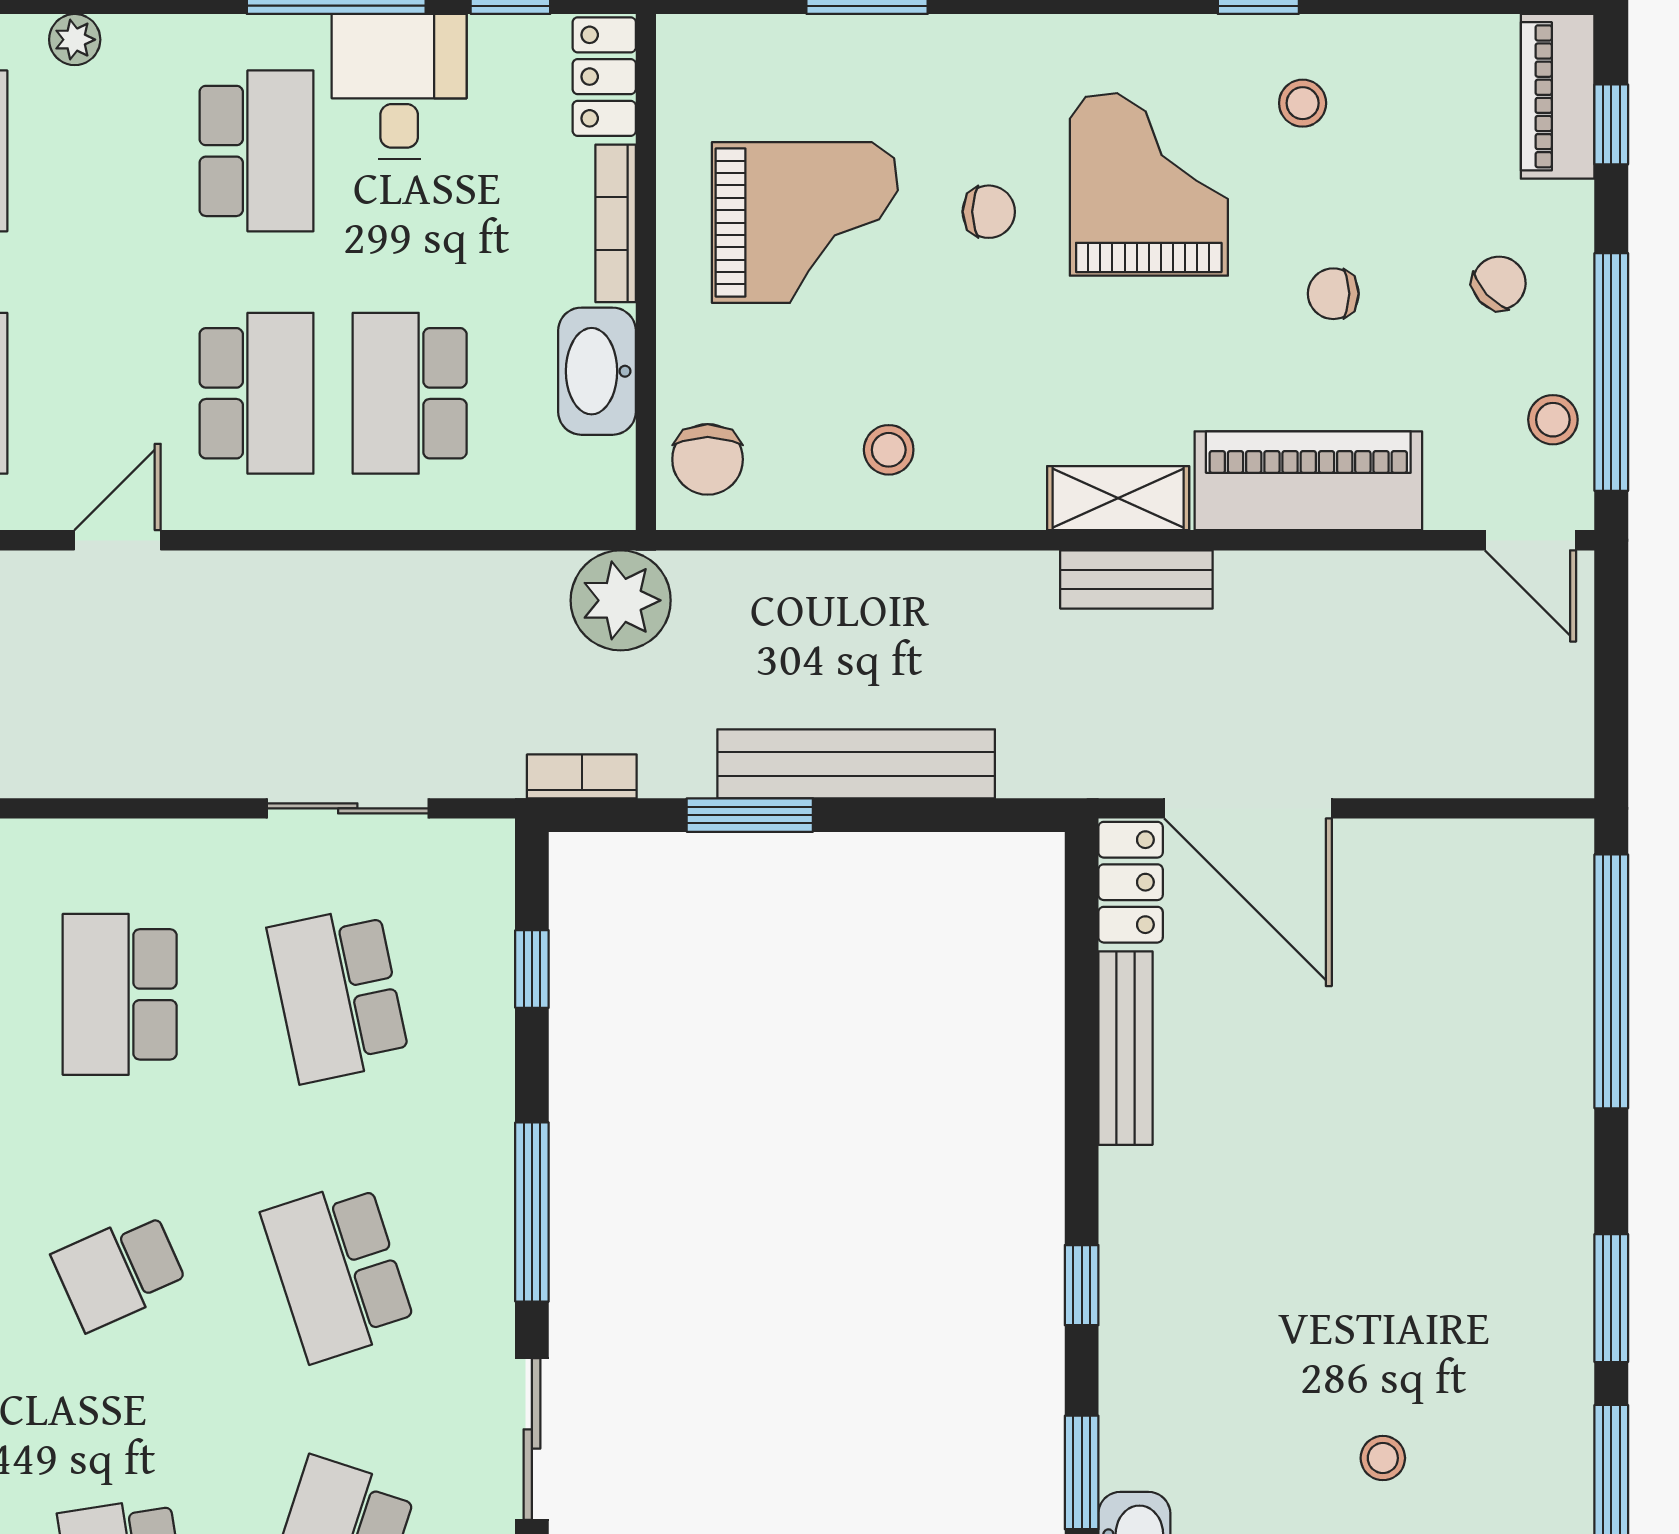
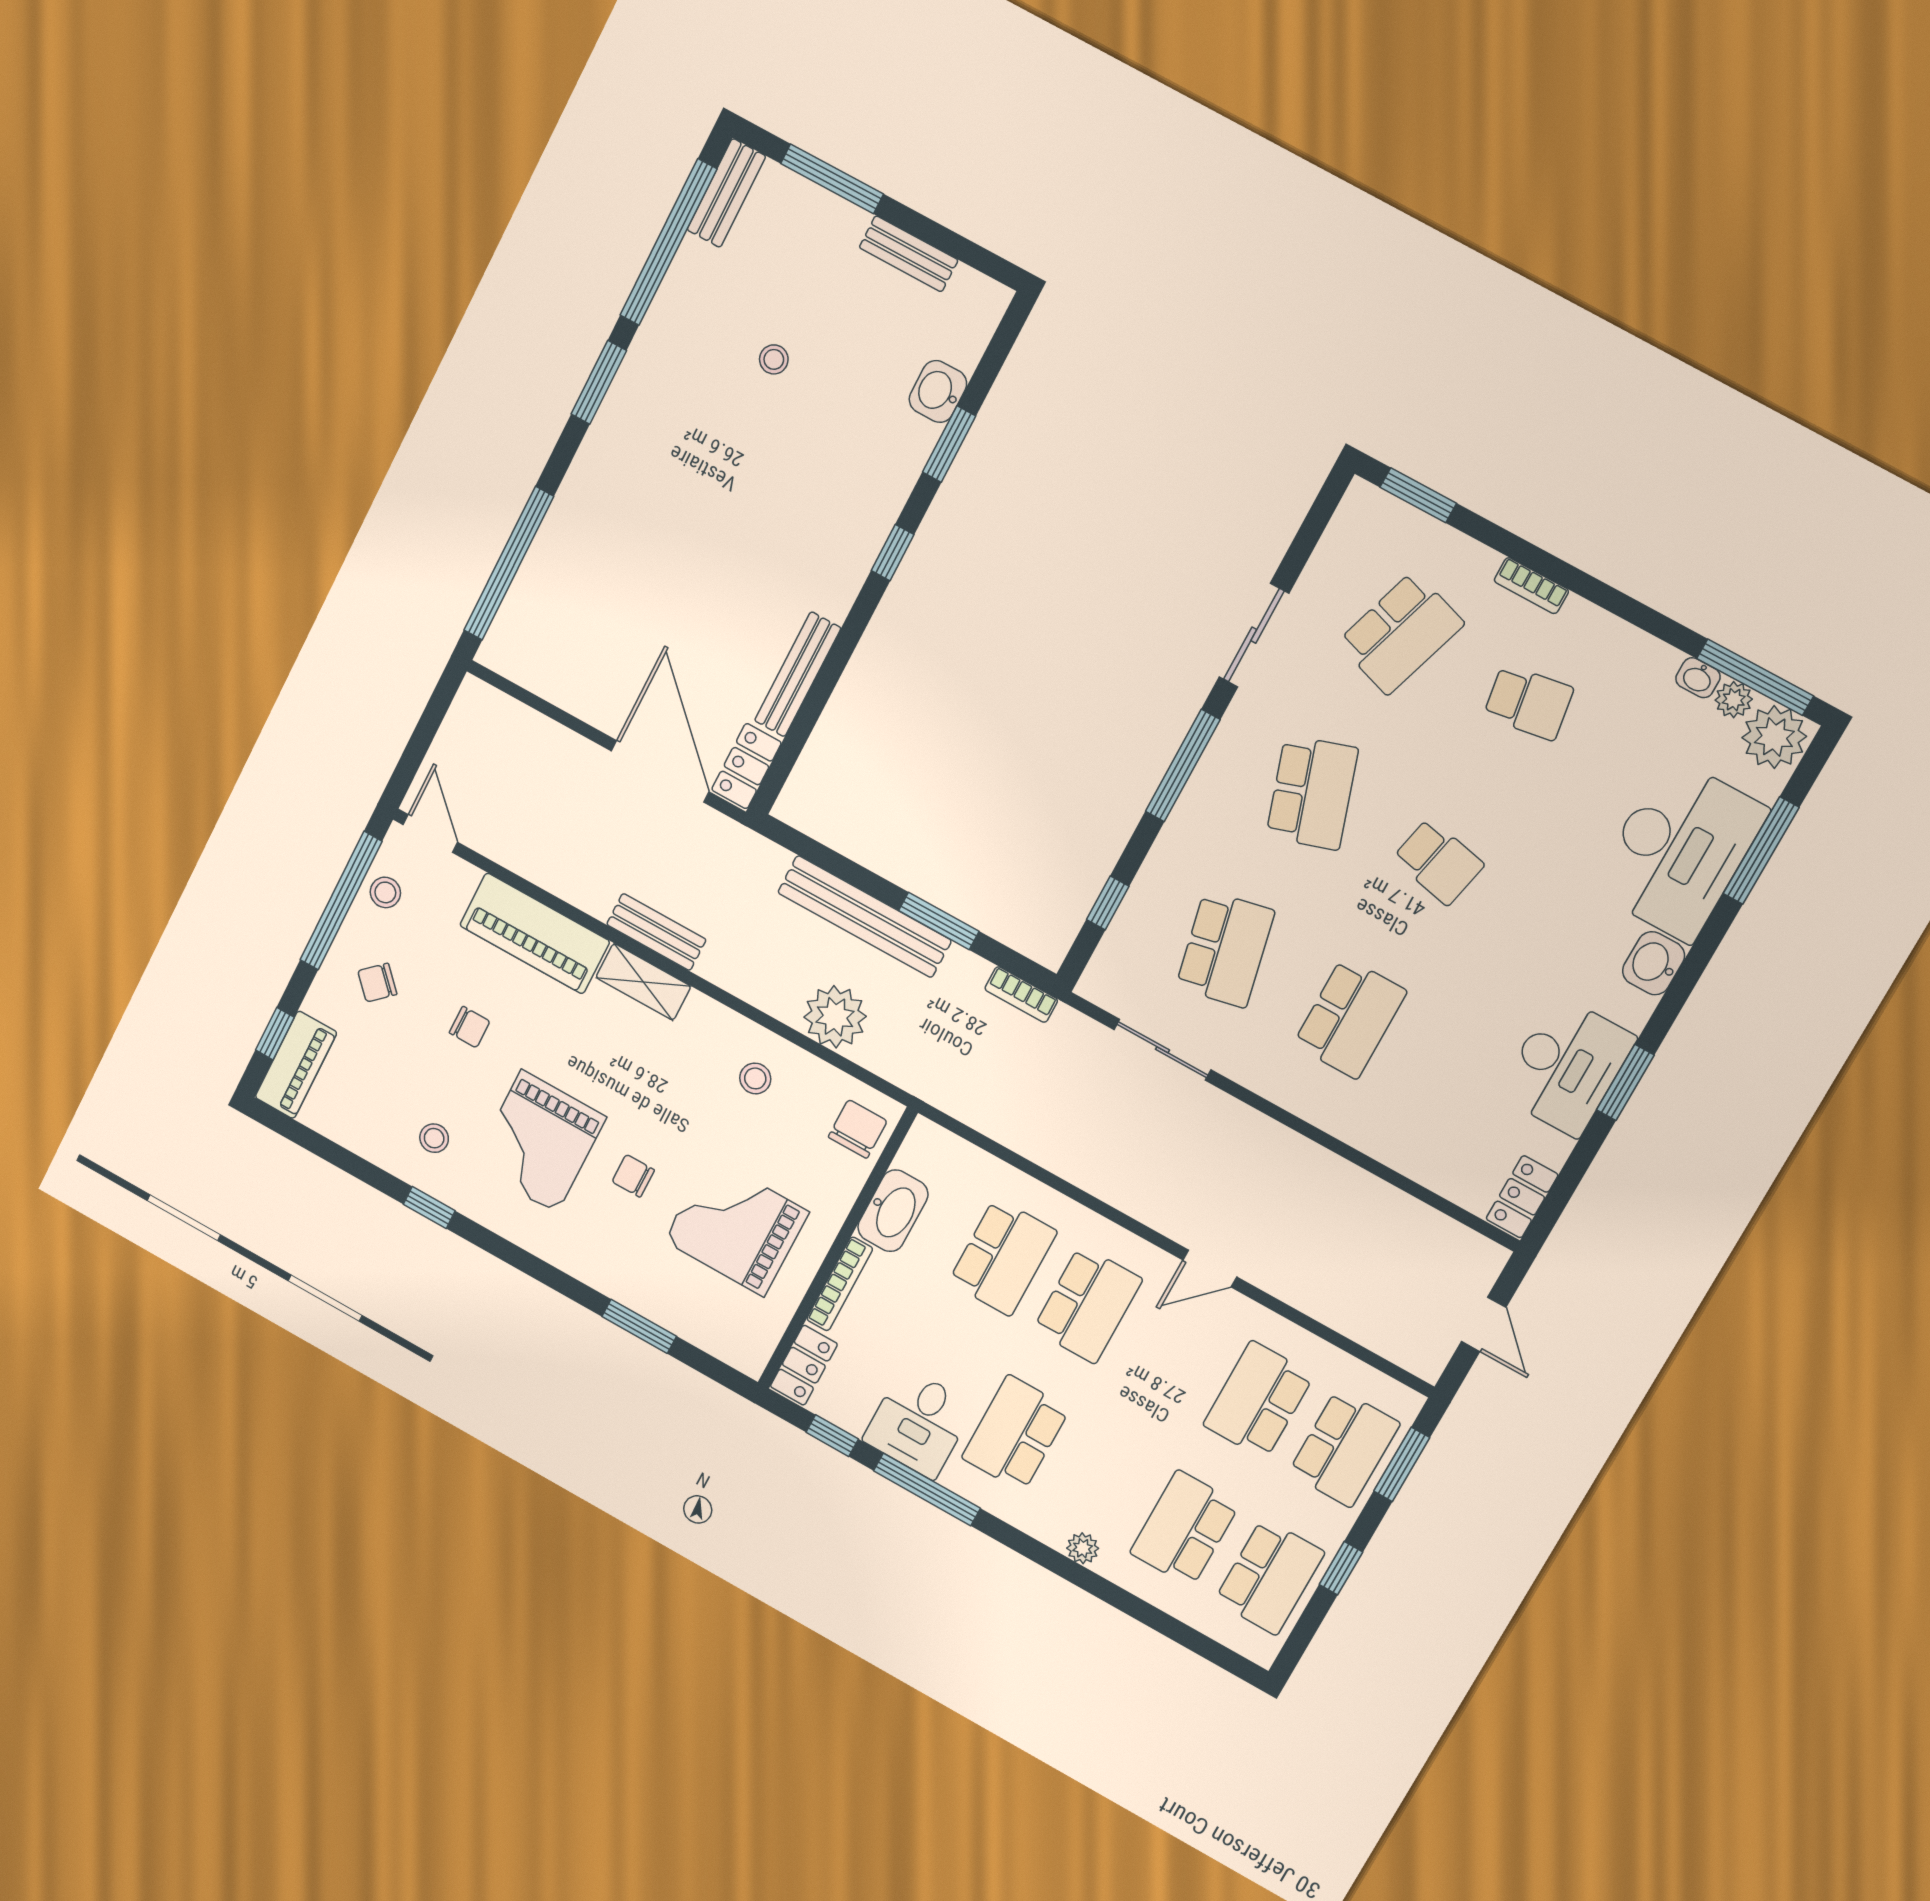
school desk: (257, 393) -> (1088, 1304), turned 180
plant: (621, 600) -> (835, 1017), moved
school desk: (120, 1271) -> (1438, 862), turned 36

